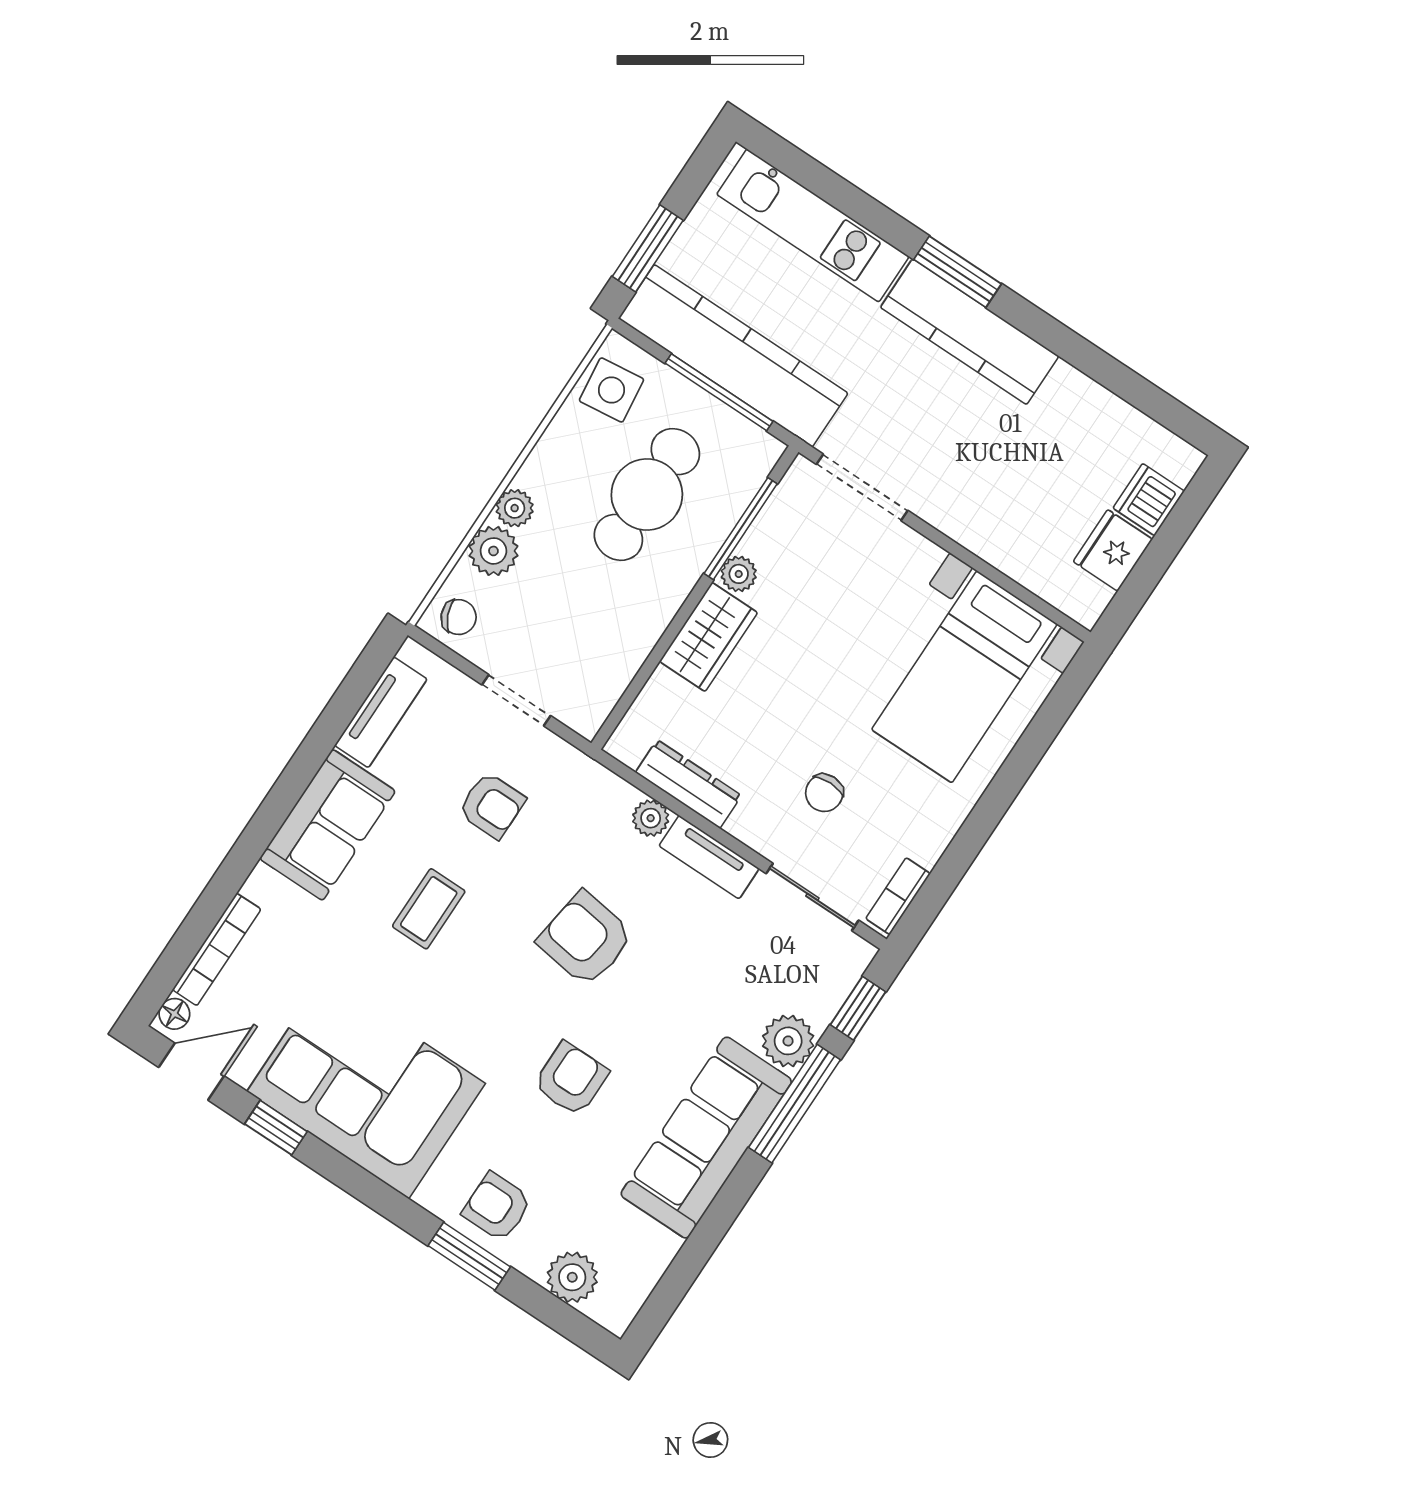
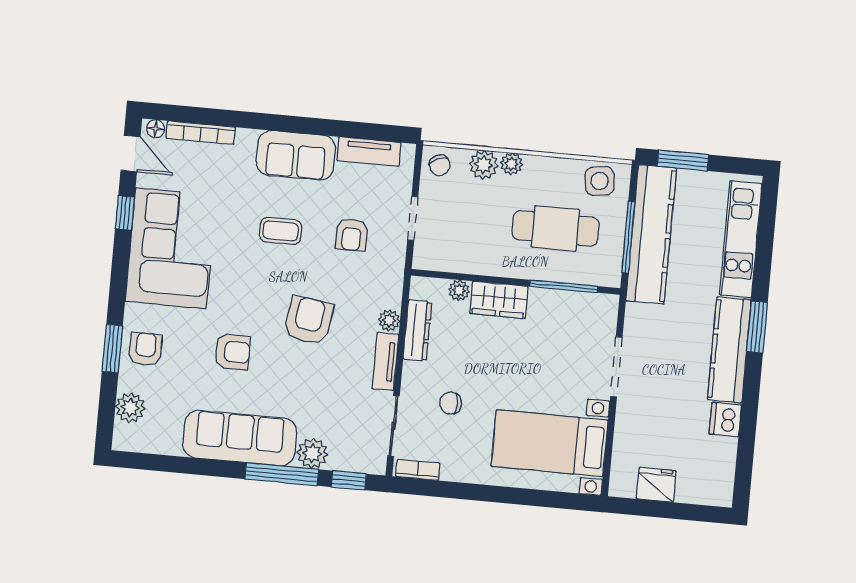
doorway: (862, 487) -> (616, 367), moved
dishwasher: (1149, 500) -> (725, 420), moved, turned -90
plant: (739, 574) -> (459, 290), moved

